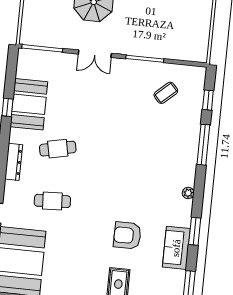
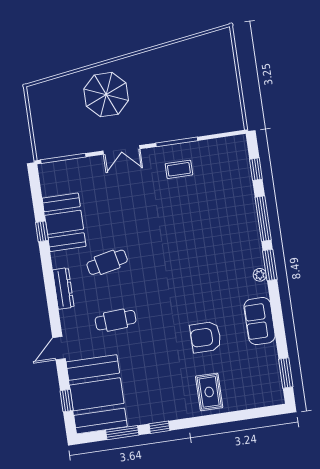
coffee table: (166, 93) -> (179, 169), moved, turned 42
window: (195, 231) -> (270, 265), moved
sofa: (176, 248) -> (260, 321), moved

